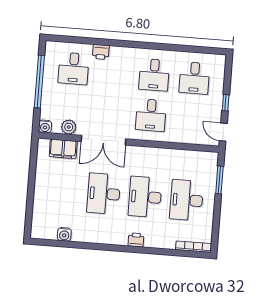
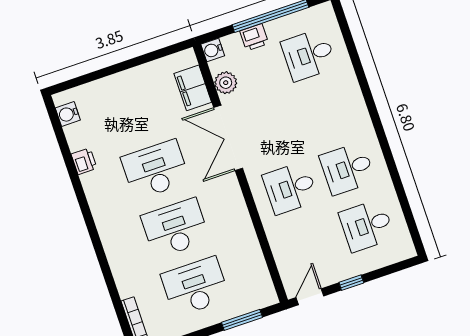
printer: (101, 52) -> (254, 37), moved, turned -90
water cooler: (64, 234) -> (68, 114), moved
printer: (136, 240) -> (84, 161), moved

